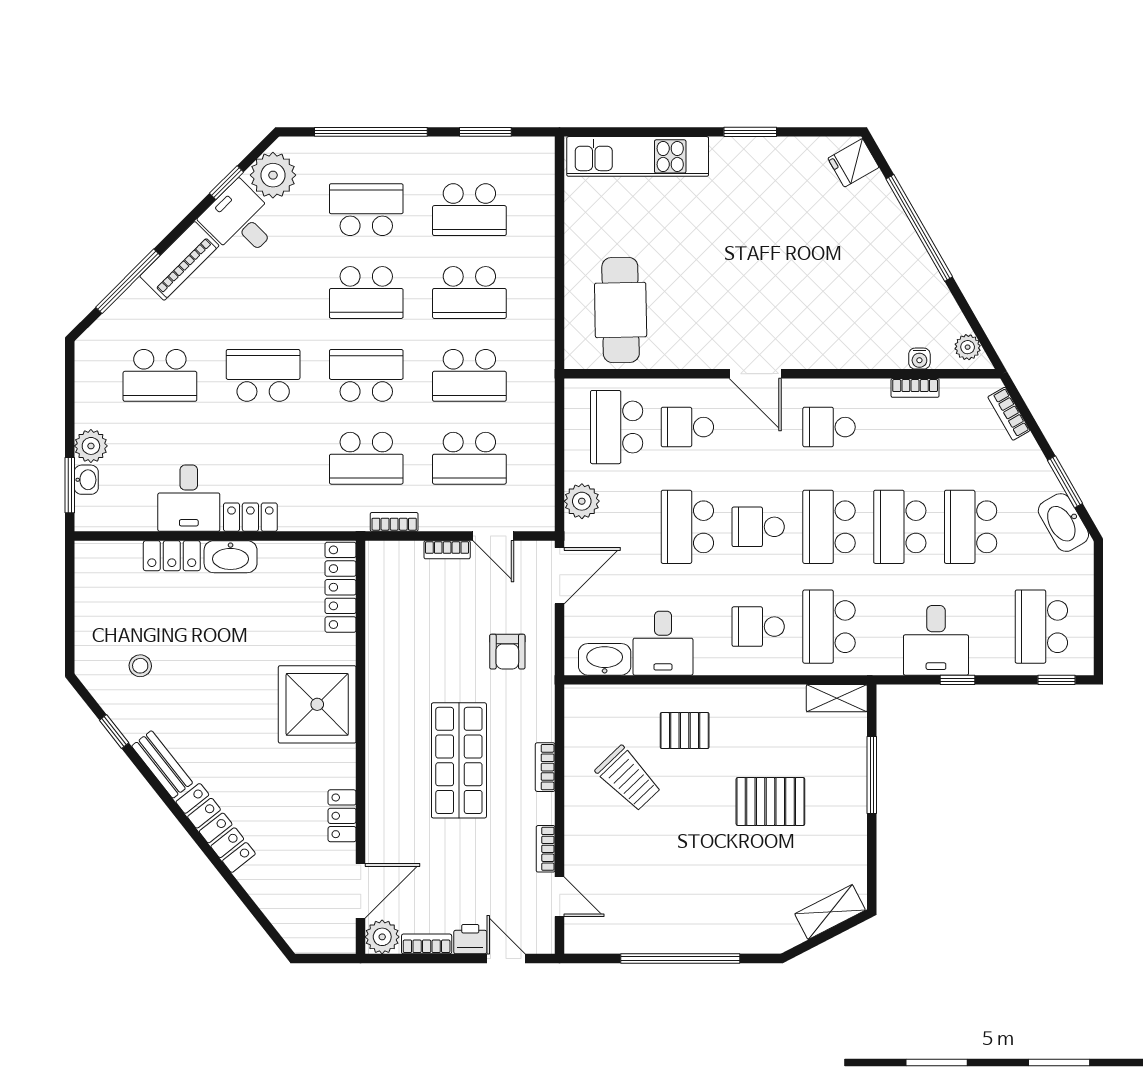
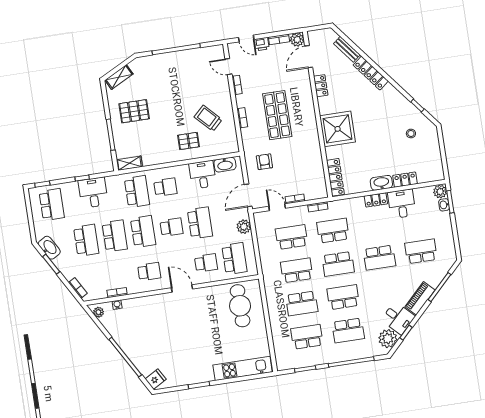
school desk: (469, 293) -> (302, 304), turned 180
plant: (91, 446) -> (440, 192), moved
bench: (162, 764) -> (347, 49), moved
pallet: (770, 802) -> (134, 111), moved

